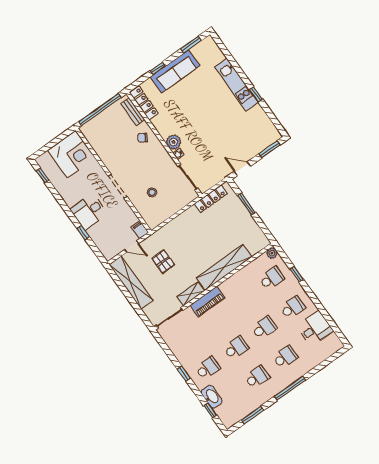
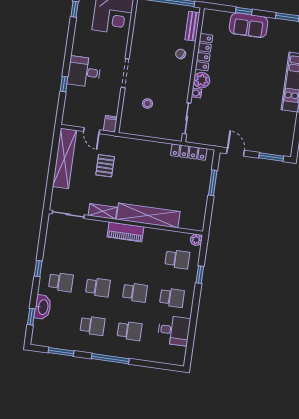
sofa: (175, 71) -> (249, 25), width x0.73
locker: (144, 103) -> (204, 52), moved
piano: (207, 301) -> (125, 232), moved

